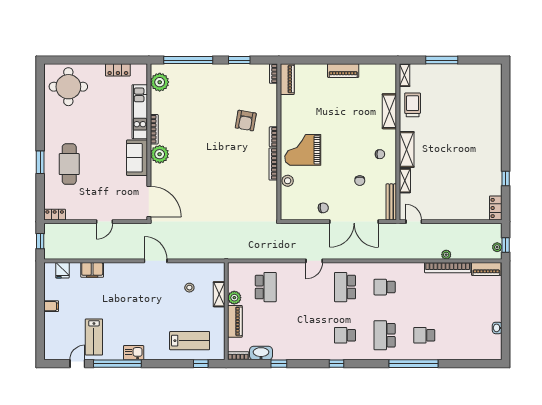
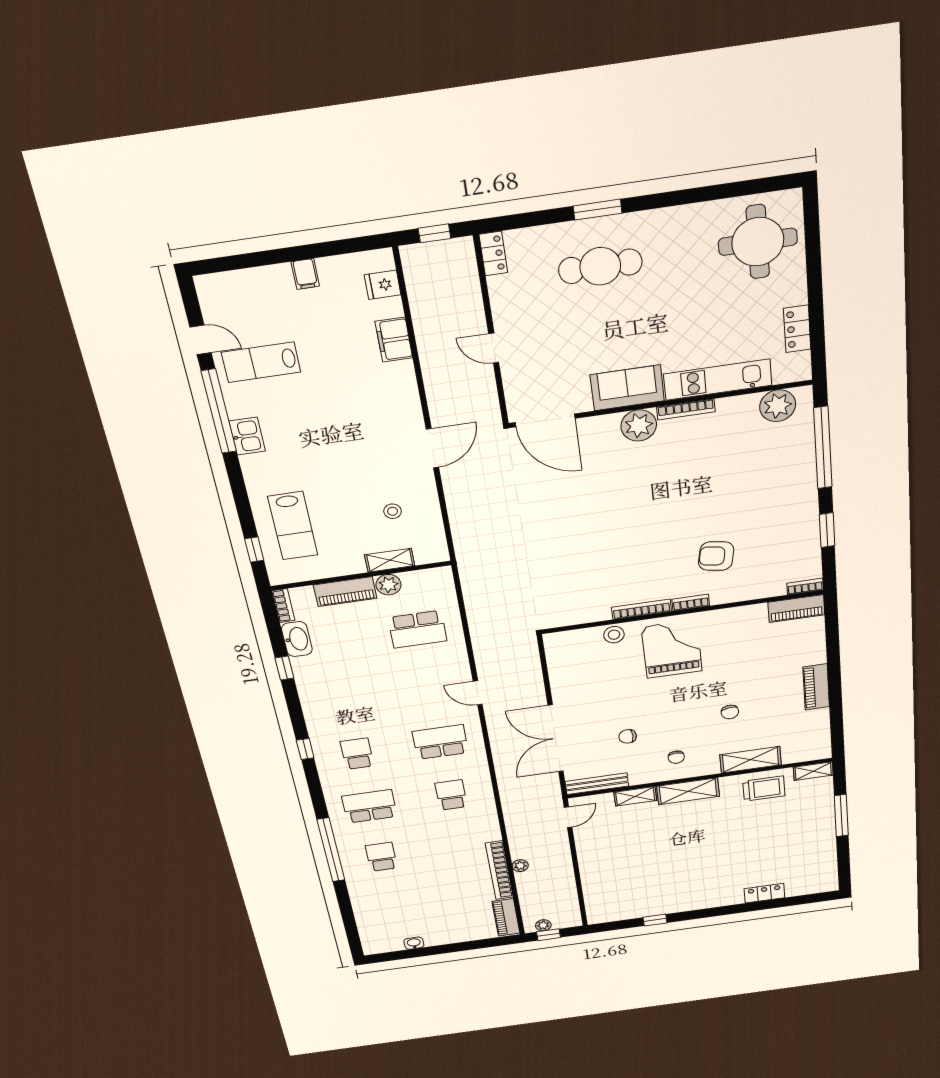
door: (149, 201) -> (545, 420), hinge flipped
chair: (323, 208) -> (730, 712), moved
locker: (496, 208) -> (764, 893), moved

